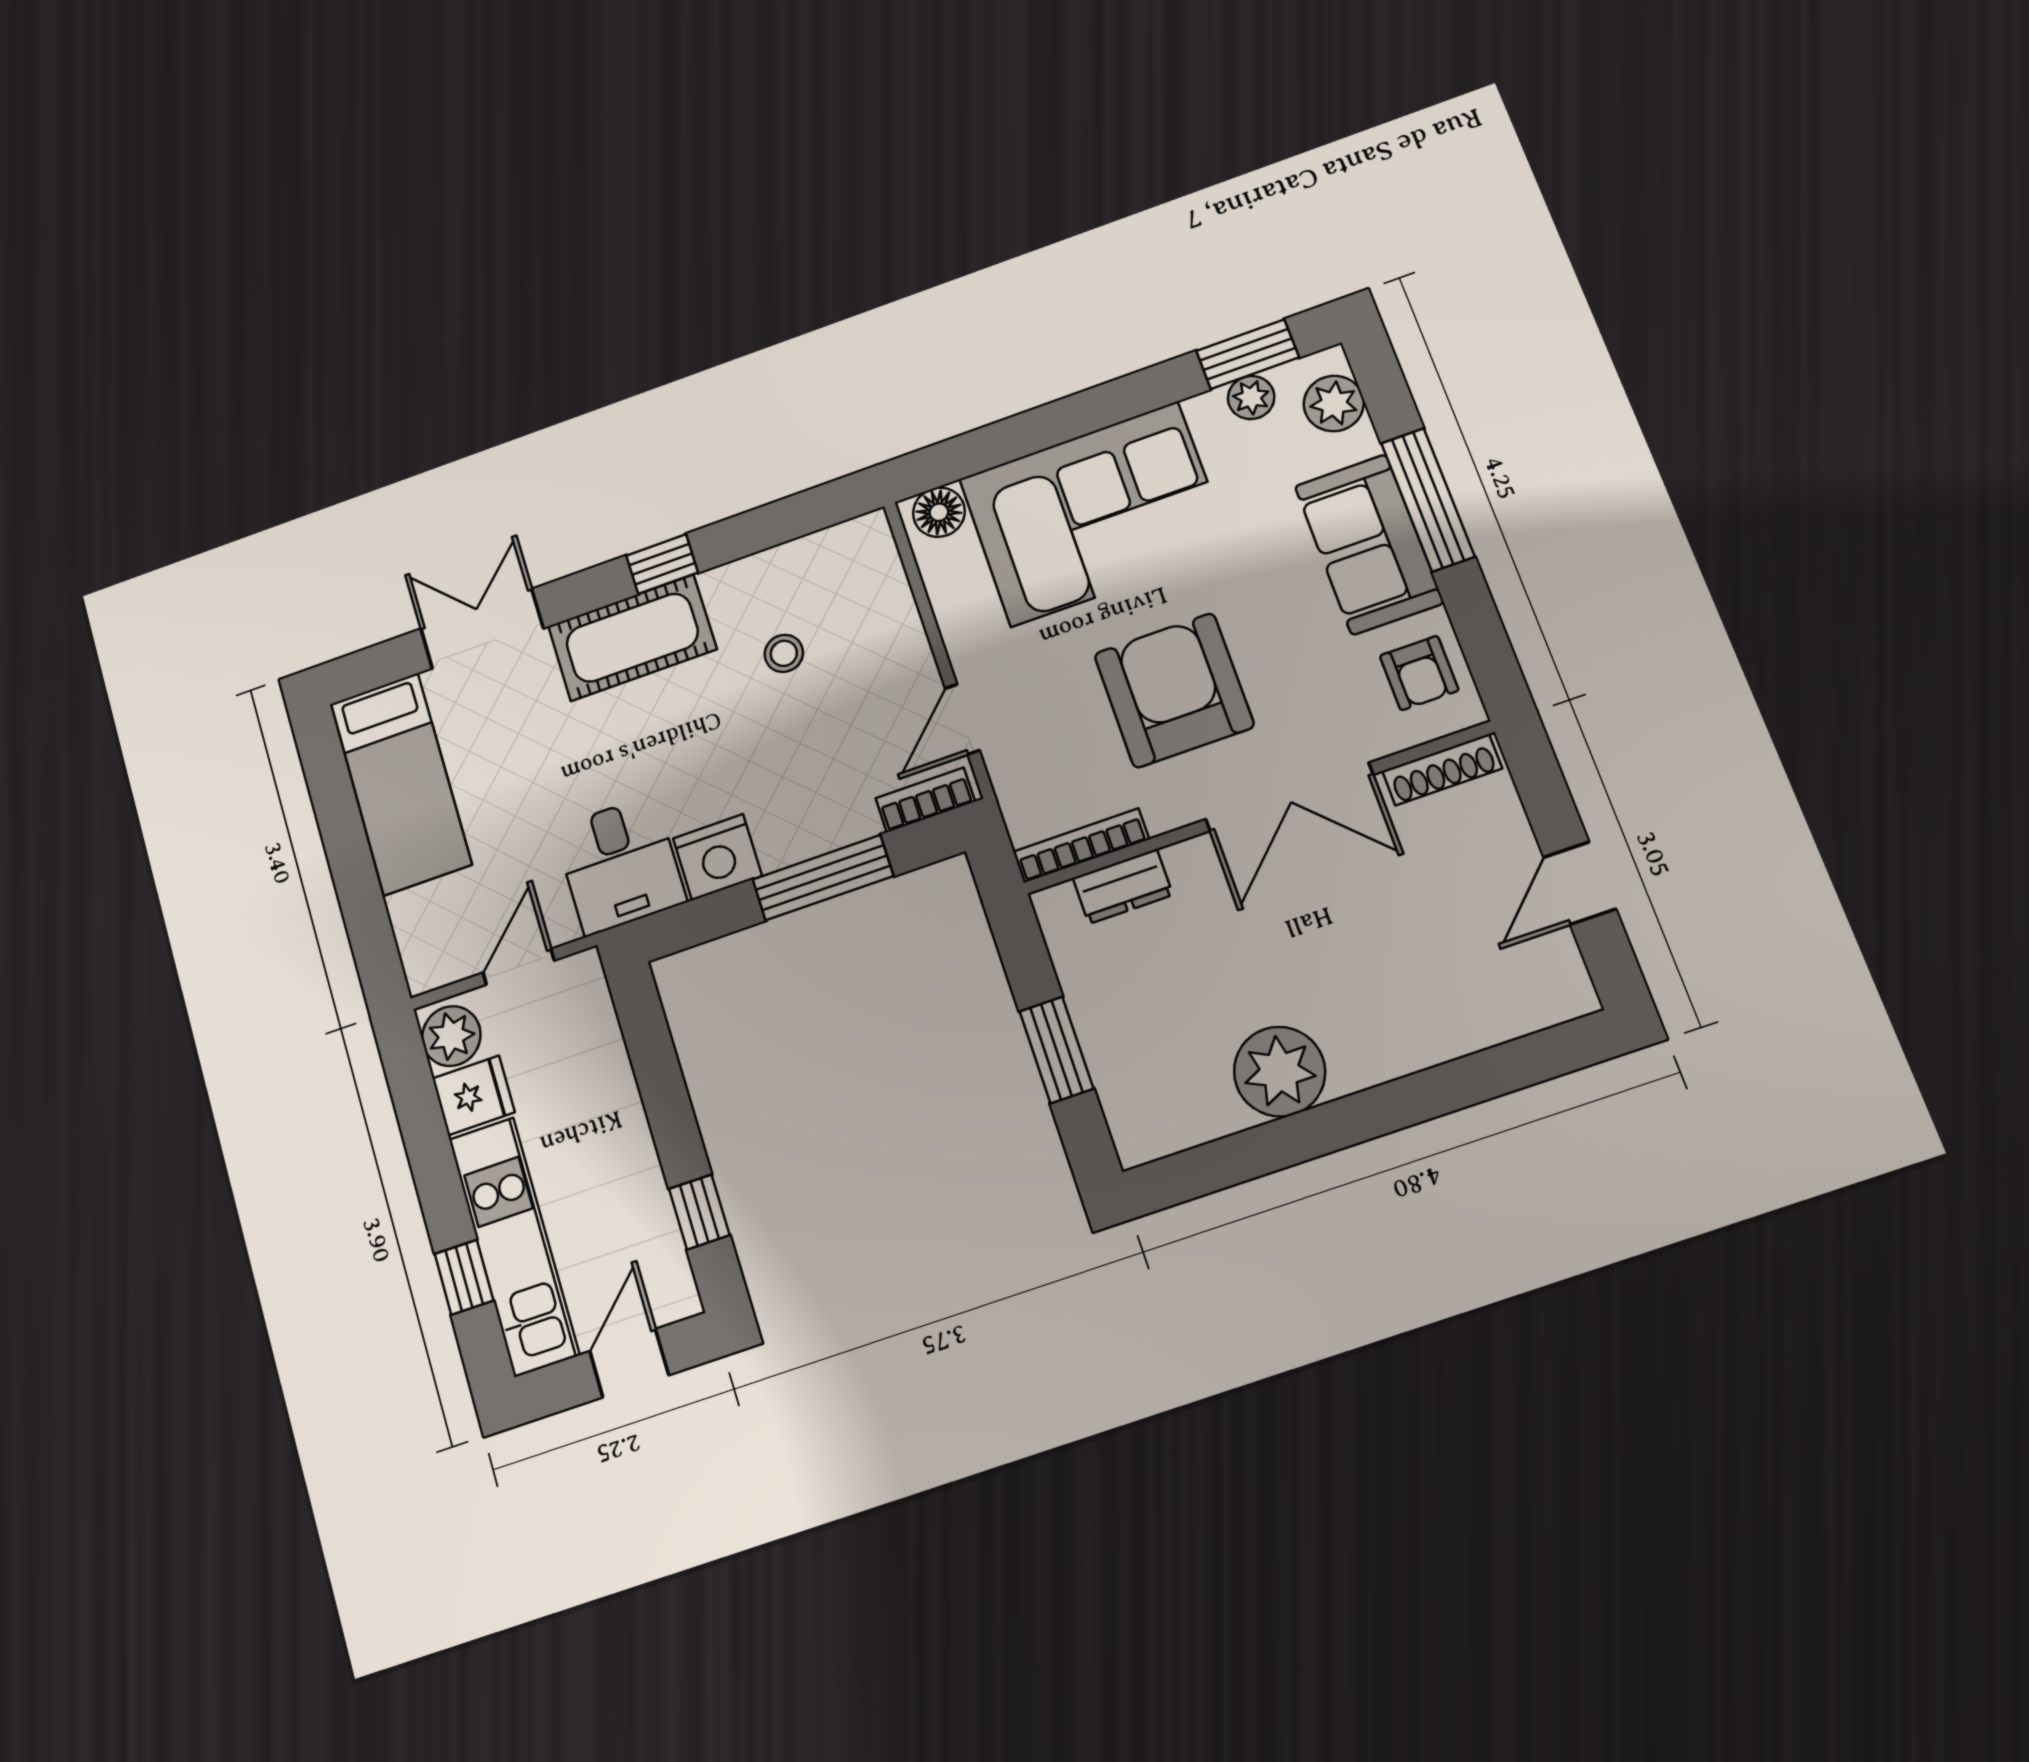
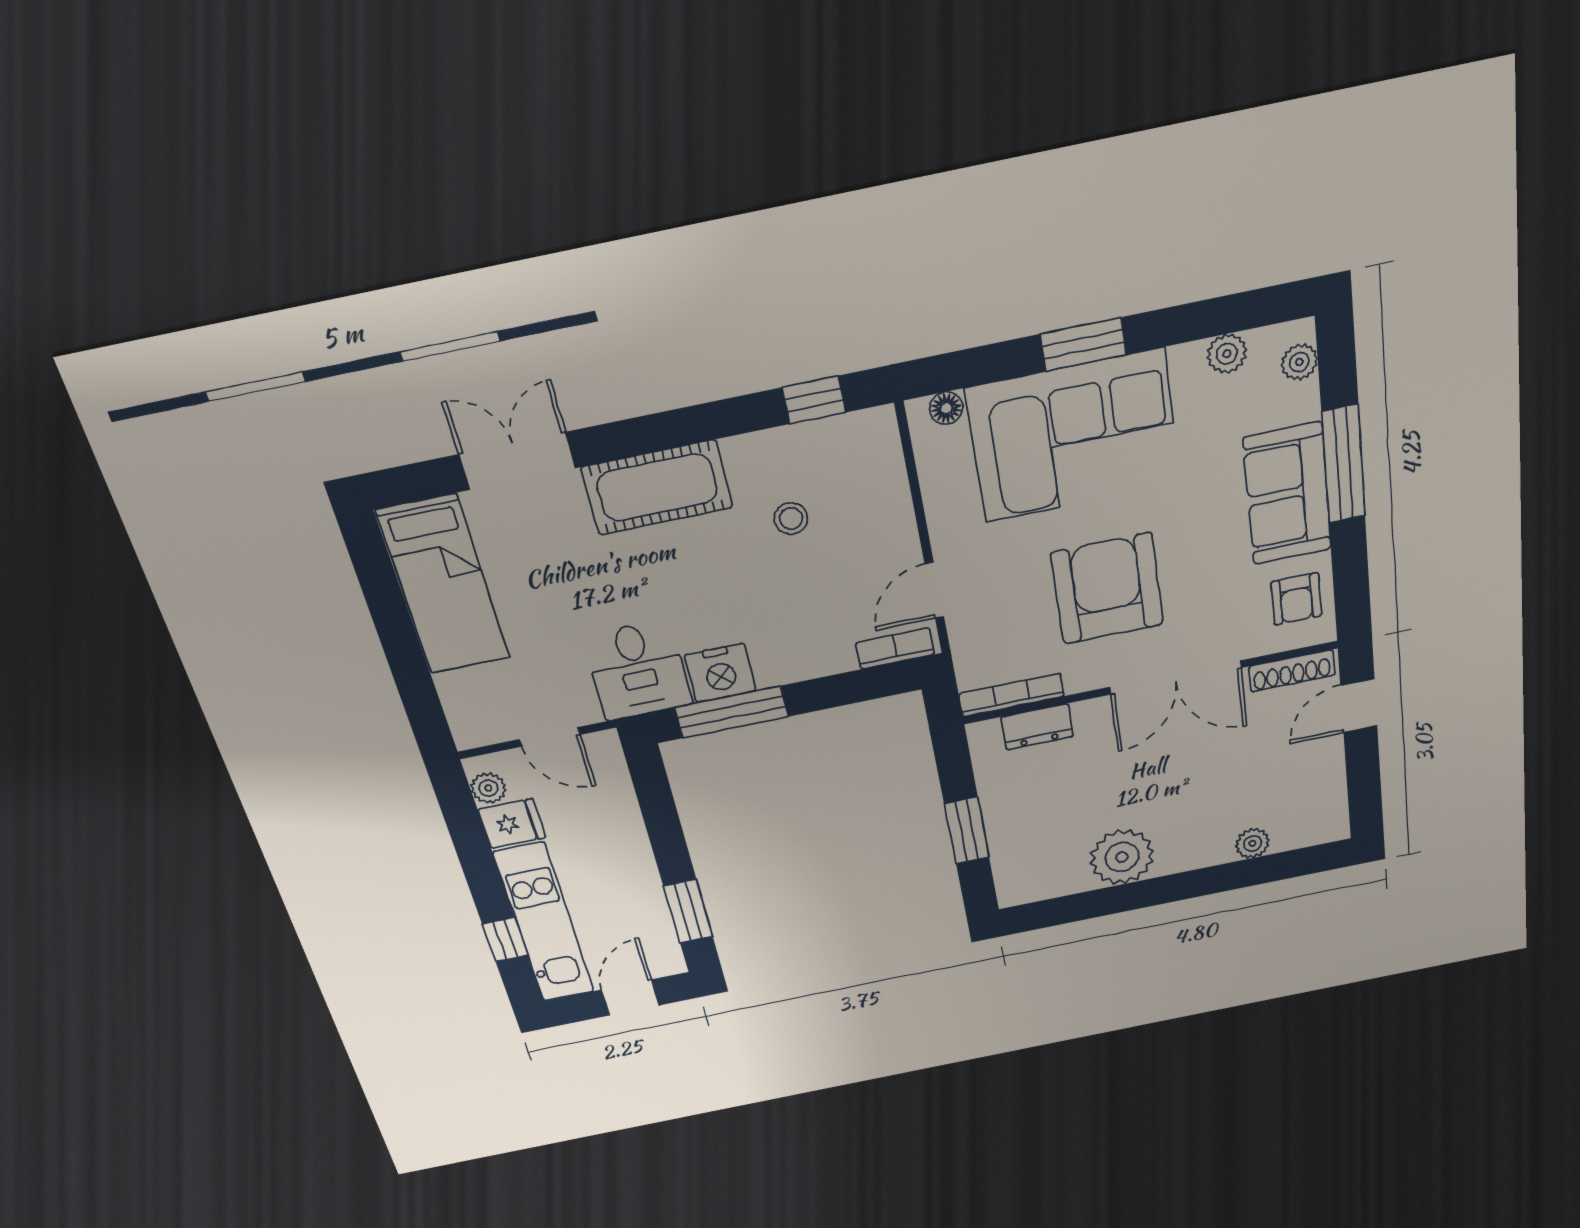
window: (1248, 354) -> (1083, 344), moved
plant: (1334, 403) -> (1299, 362), width x0.73, depth x0.73
floor lamp: (939, 512) -> (946, 408), width x0.73, depth x0.73
window: (662, 564) -> (814, 400), moved
window: (823, 878) -> (732, 712), moved
door: (1580, 883) -> (1359, 706), moved
door: (519, 967) -> (550, 737), swing flipped
plant: (1462, 1032) -> (1252, 843), added
plant: (451, 1036) -> (488, 788), width x0.73, depth x0.73
window: (699, 1212) -> (688, 911), width x1.50

